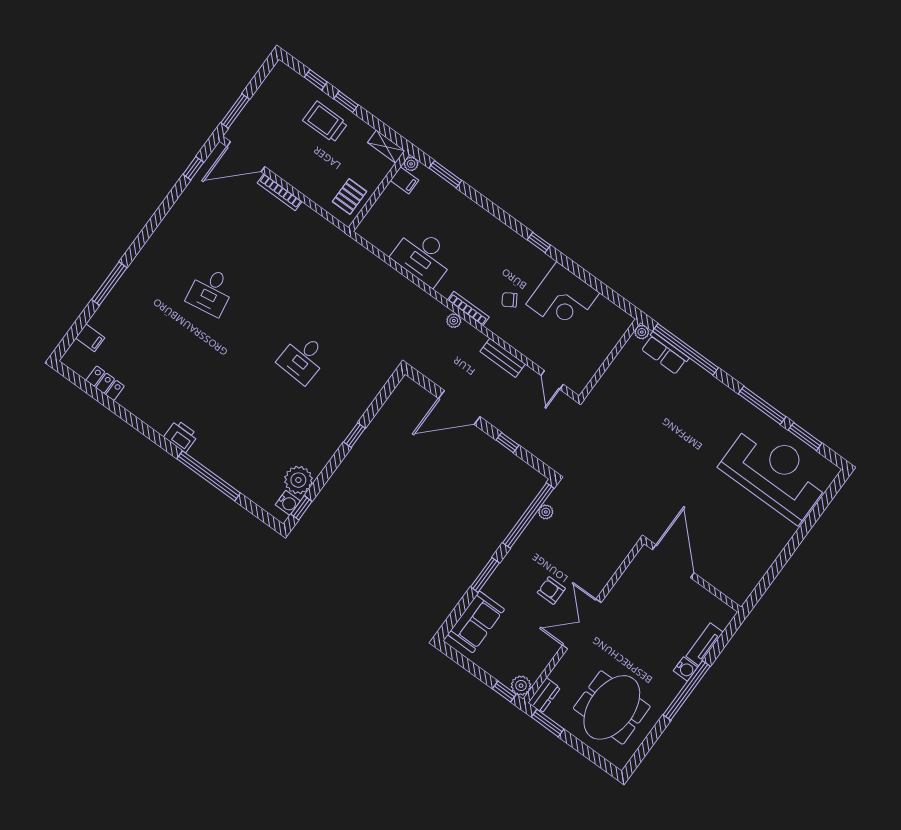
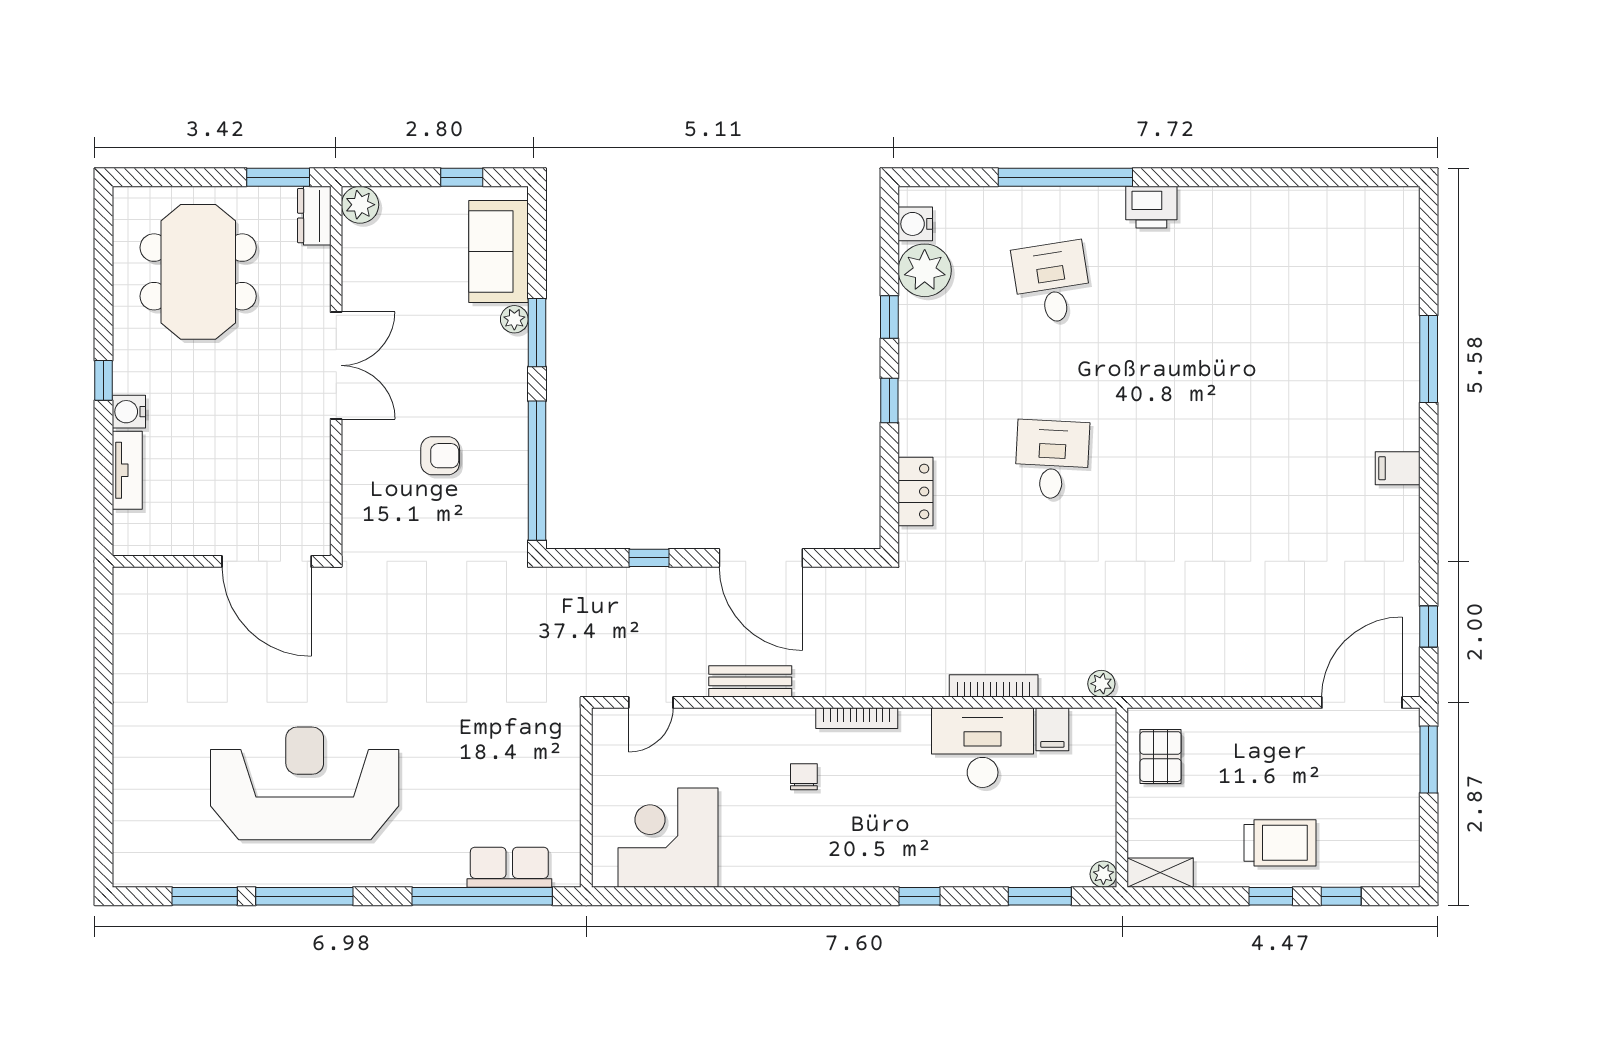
filing cabinet: (405, 180) -> (1052, 729), moved, turned -90
bookcase: (280, 192) -> (994, 686), moved
window: (539, 242) -> (919, 896), moved
desk: (211, 291) -> (1052, 283), moved
corner desk: (563, 298) -> (668, 838), moved
chair: (509, 300) -> (804, 777), turned -58
plant: (454, 321) -> (1101, 684), moved
plant: (642, 332) -> (568, 874), removed
filing cabinet: (90, 338) -> (1398, 468), moved
door: (552, 380) -> (651, 702), swing flipped
locker: (105, 383) -> (915, 491), moved, turned -90
door: (459, 408) -> (761, 558), swing flipped
reception desk: (775, 472) -> (305, 783), moved, turned 180
window: (301, 508) -> (889, 317), moved
plant: (546, 512) -> (514, 319), moved
armchair: (551, 591) -> (440, 456), moved
window: (687, 690) -> (103, 380), width x0.32
window: (504, 691) -> (462, 177), moved

